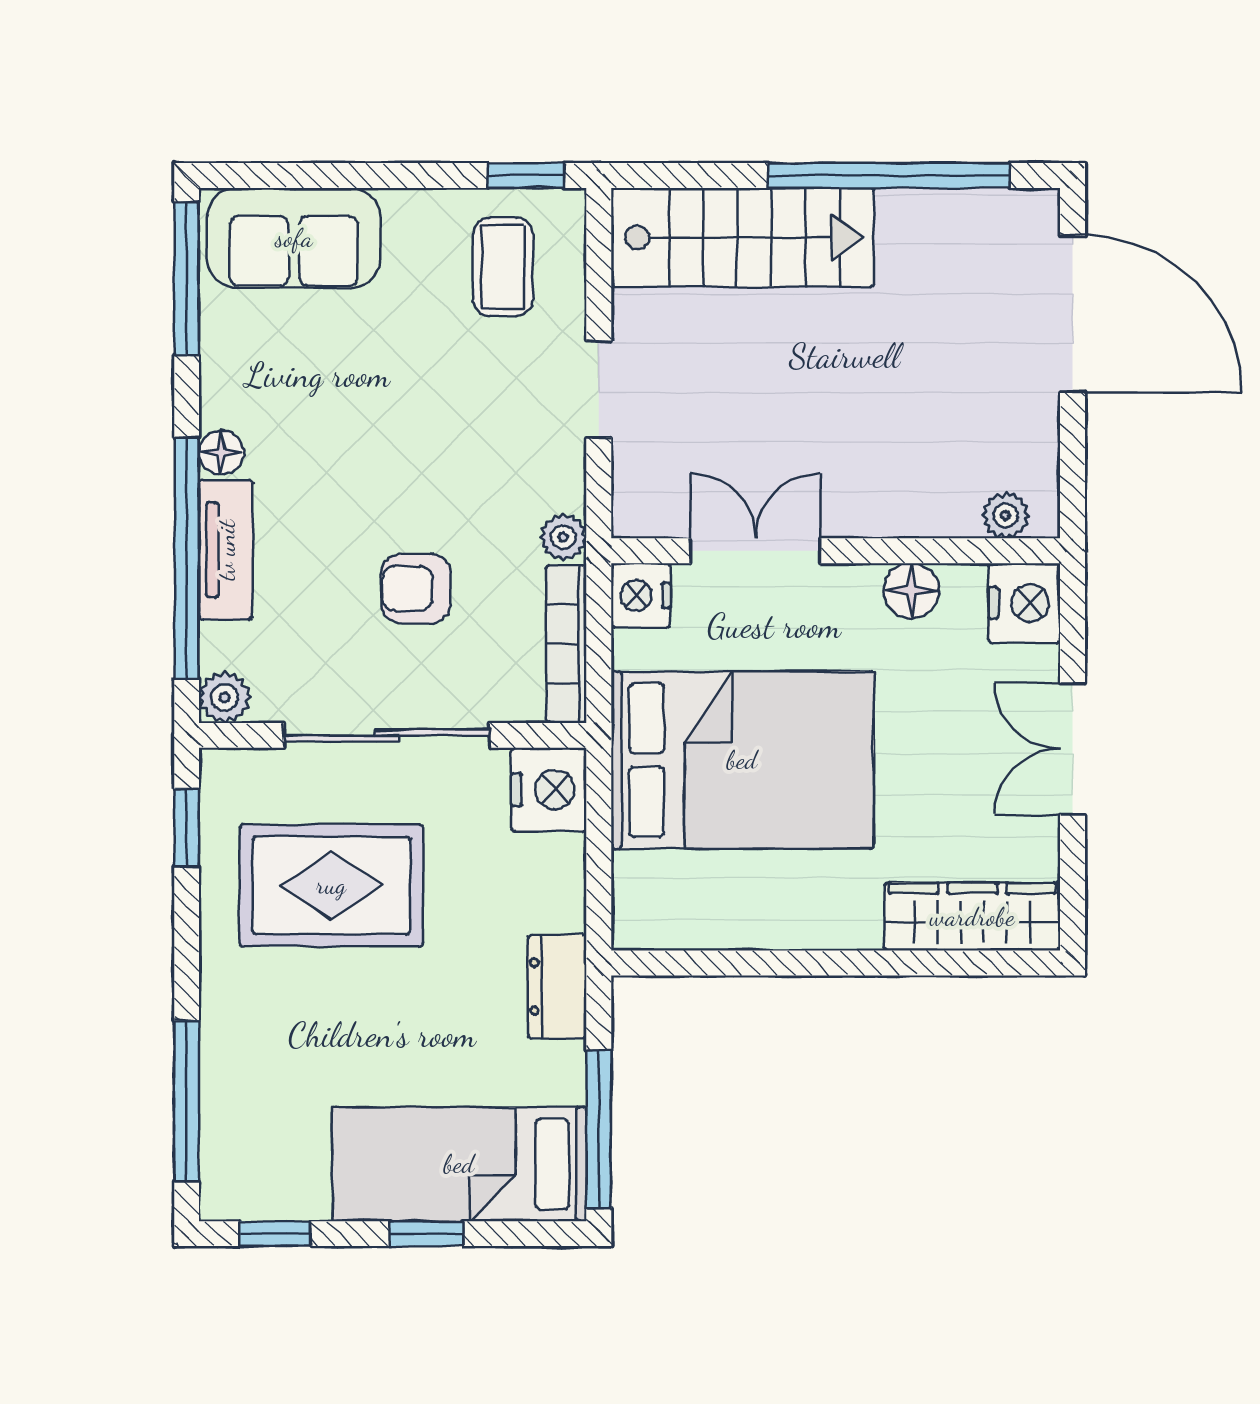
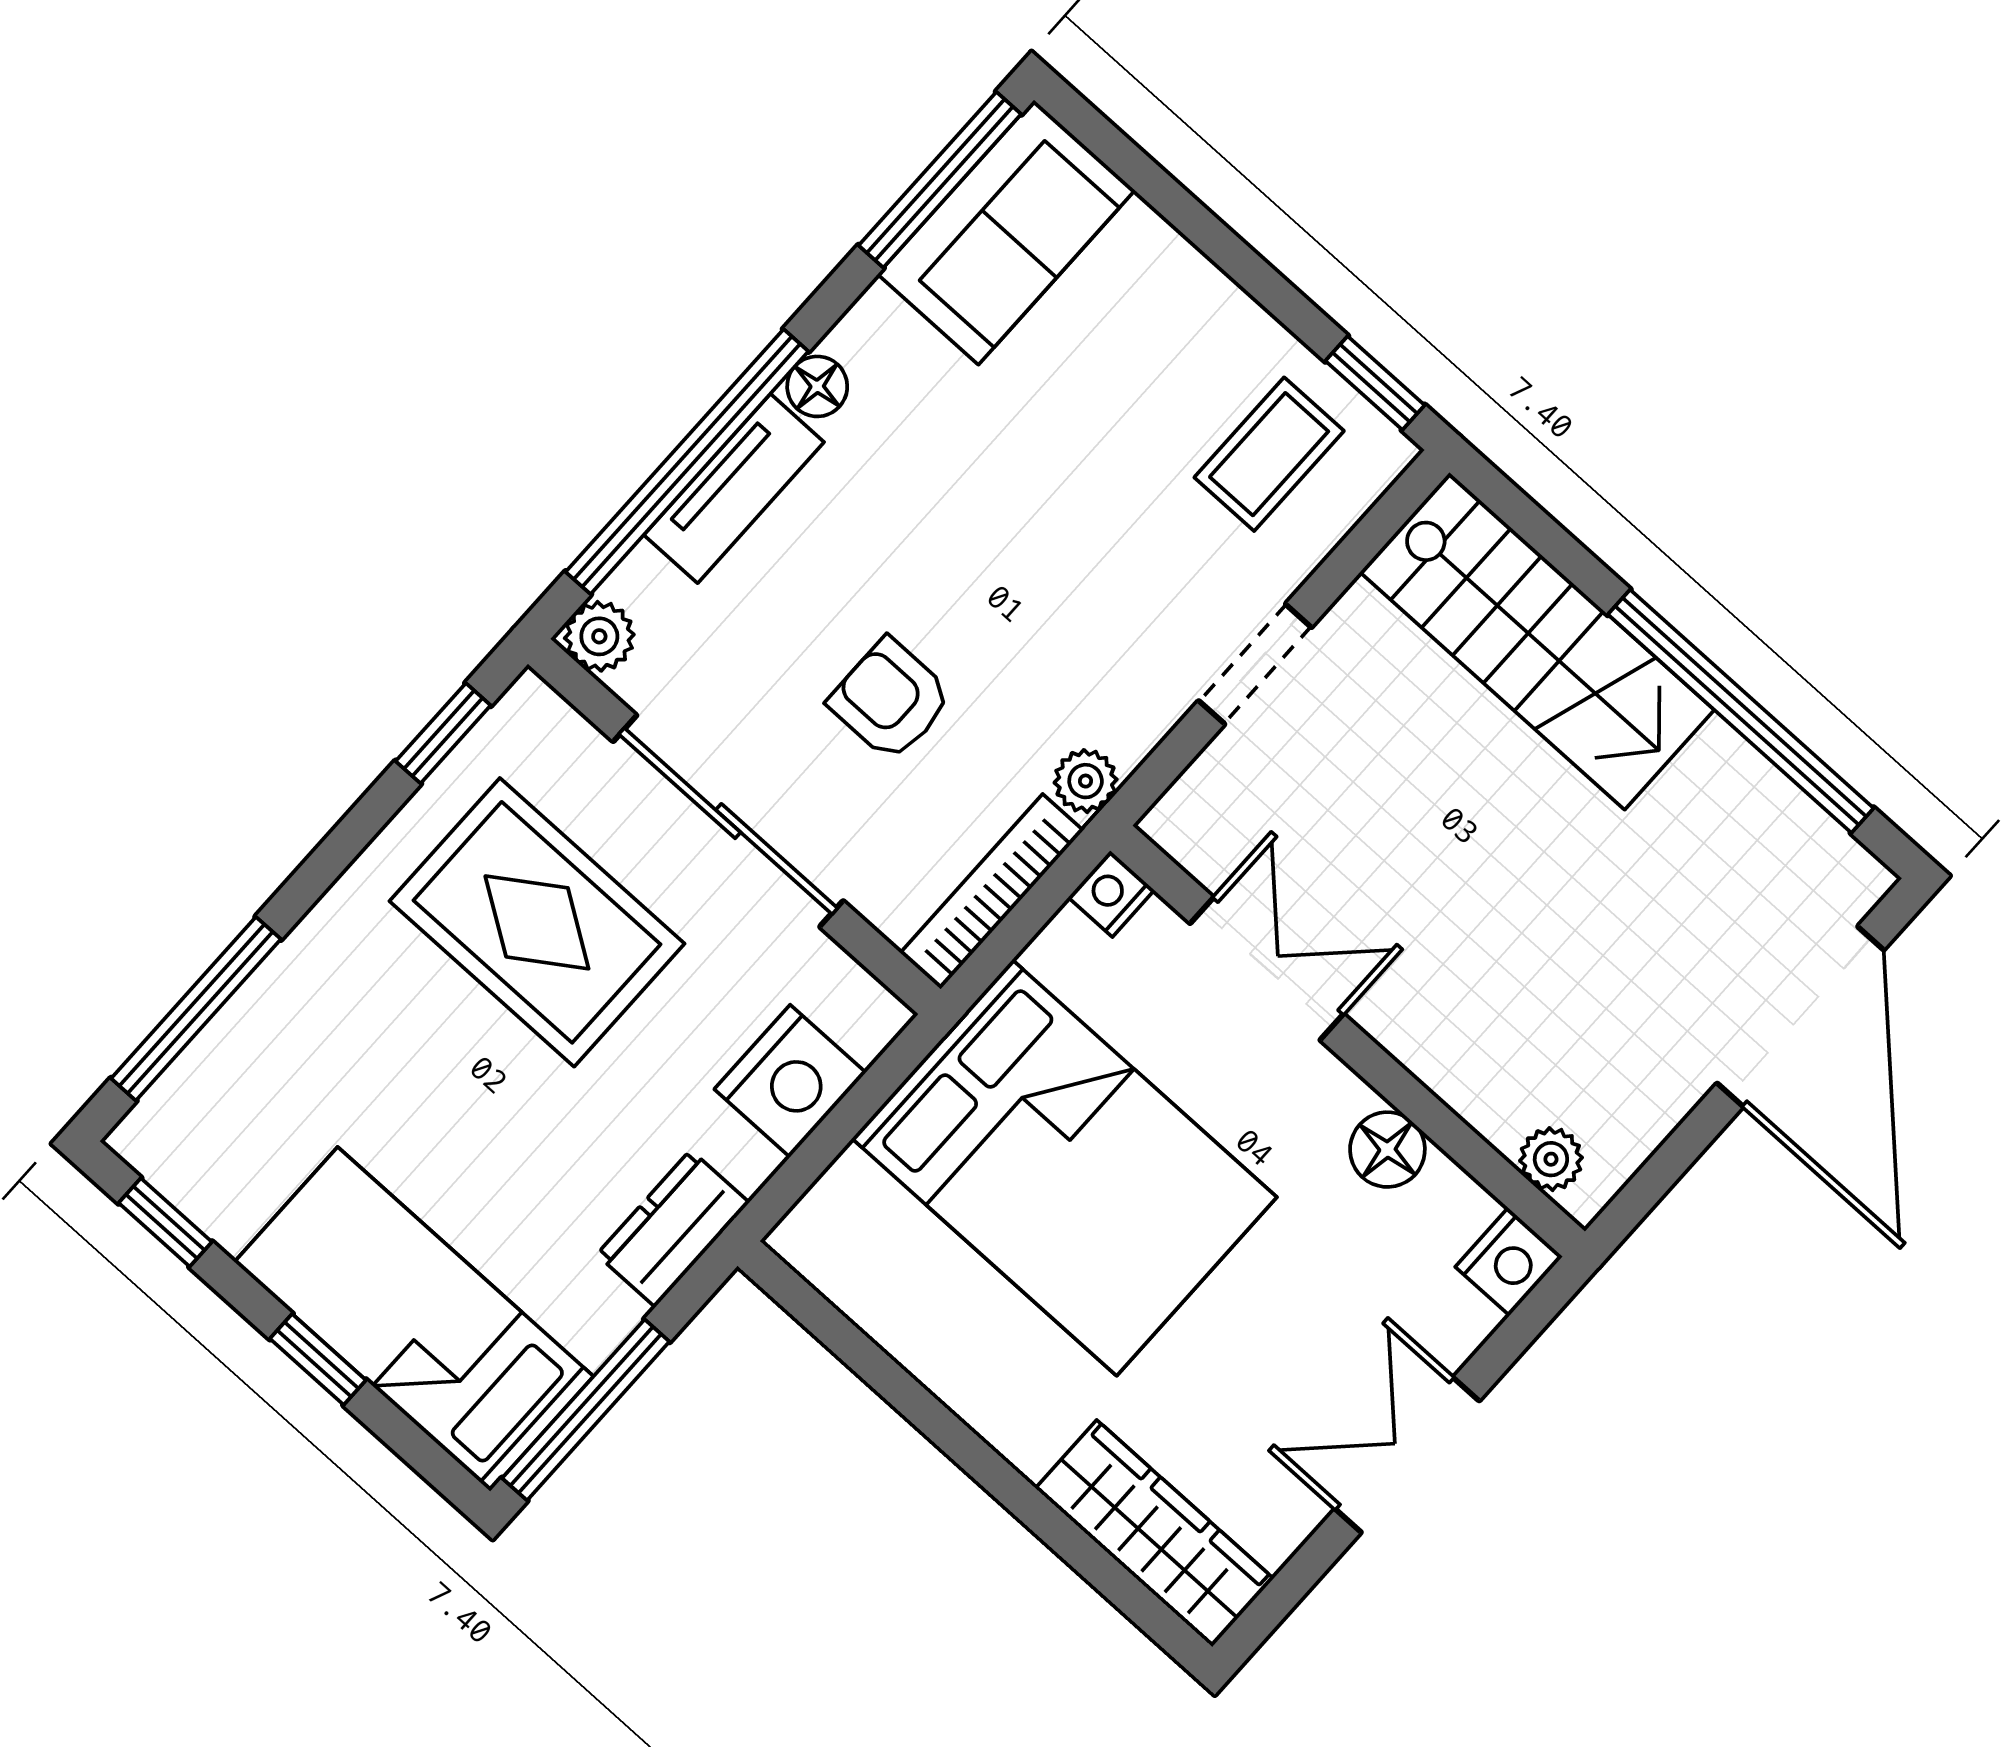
sofa: (294, 238) -> (1006, 232), moved, turned -90
nightstand: (641, 595) -> (1111, 894), width x0.72, depth x0.74
nightstand: (1024, 603) -> (1509, 1262), width x0.74, depth x0.75
nightstand: (549, 790) -> (790, 1081), moved

